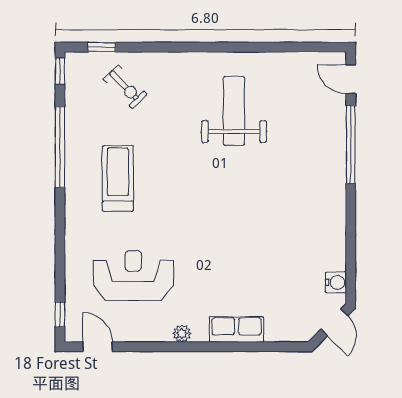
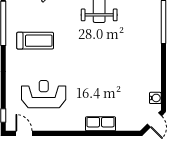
treadmill: (118, 178) -> (35, 41), turned 90
plant: (182, 333) -> (70, 126), removed

